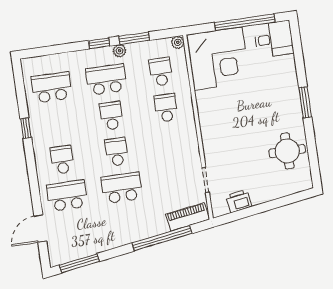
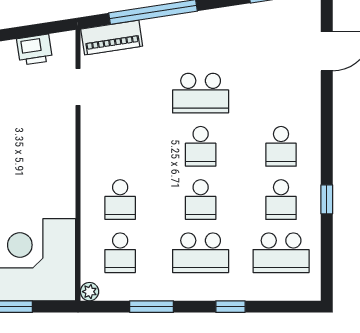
window: (99, 43) -> (230, 307), moved
plant: (120, 51) -> (175, 292), removed
school desk: (67, 196) -> (281, 200), moved, width x0.54

